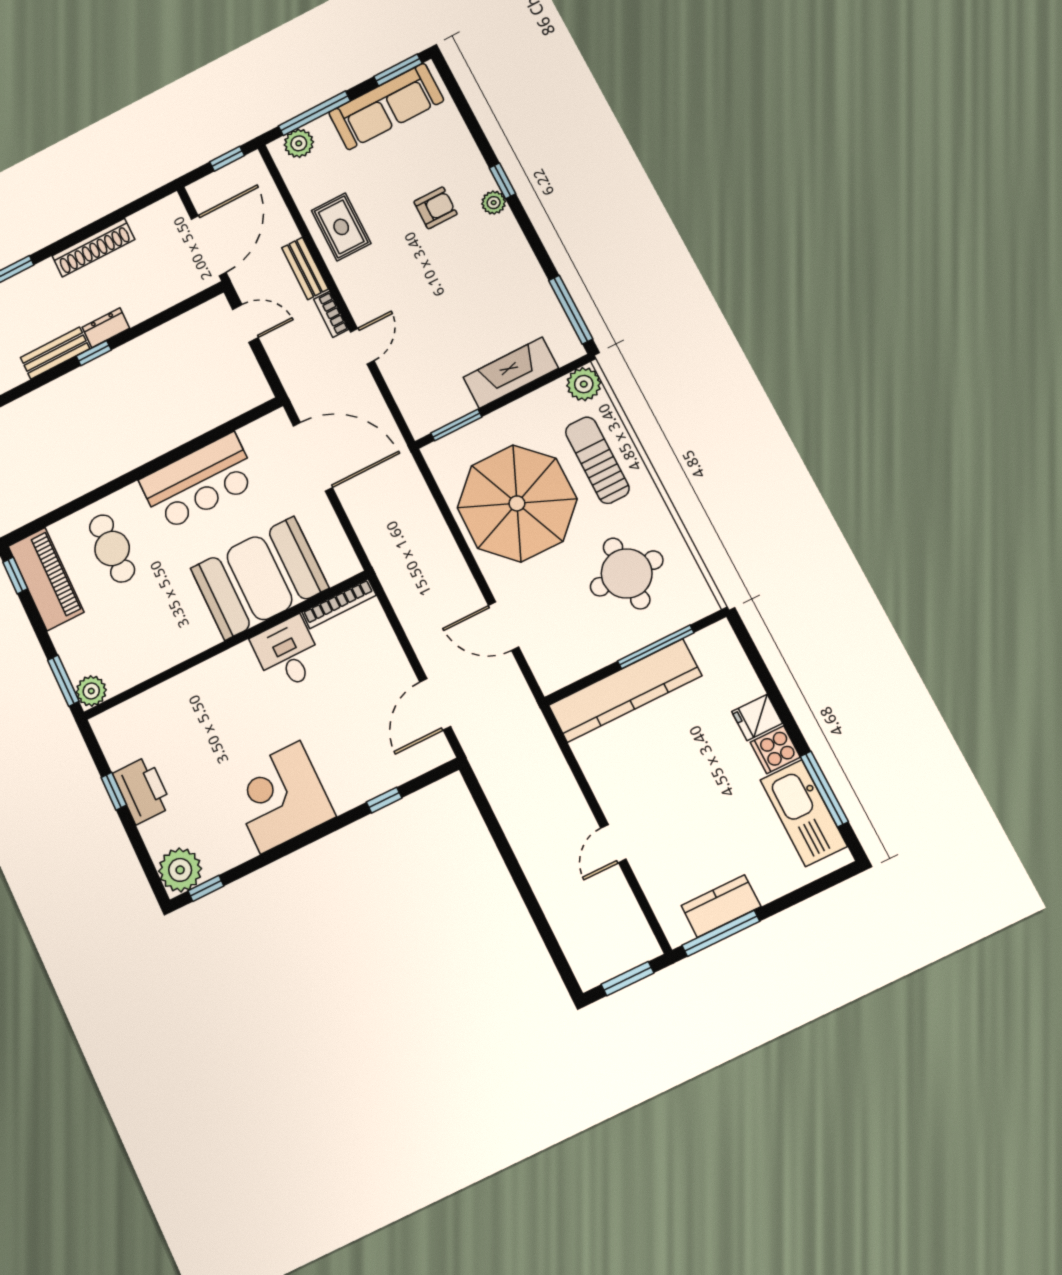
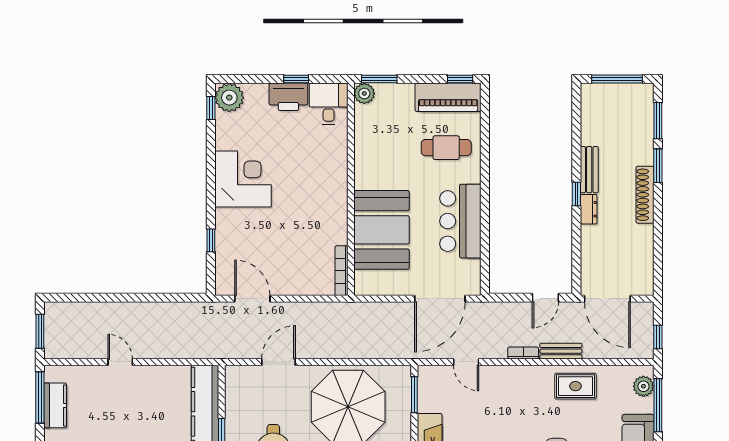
shoe rack: (93, 248) -> (645, 195), moved
door: (362, 346) -> (466, 362), moved
desk: (287, 653) -> (329, 104), moved, turned -90

